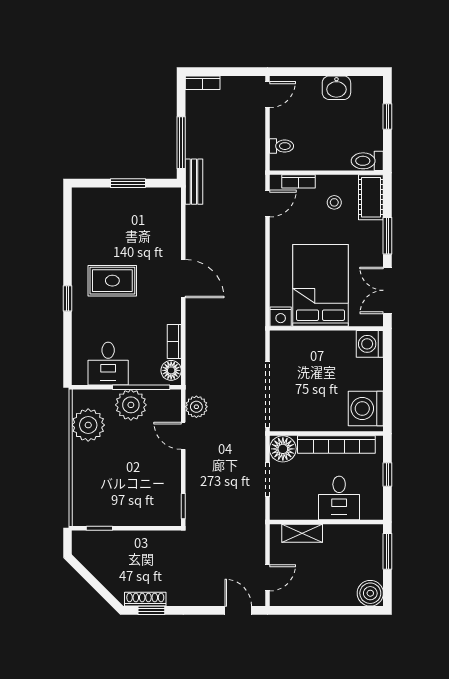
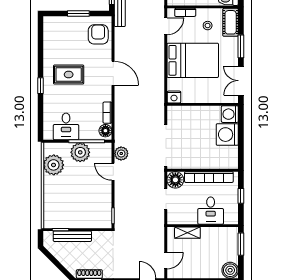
armchair: (160, 217) -> (98, 34), added
bed: (320, 285) -> (193, 60), moved, turned 90
washing machine: (366, 408) -> (227, 135), moved
bench: (118, 539) -> (72, 236), added

